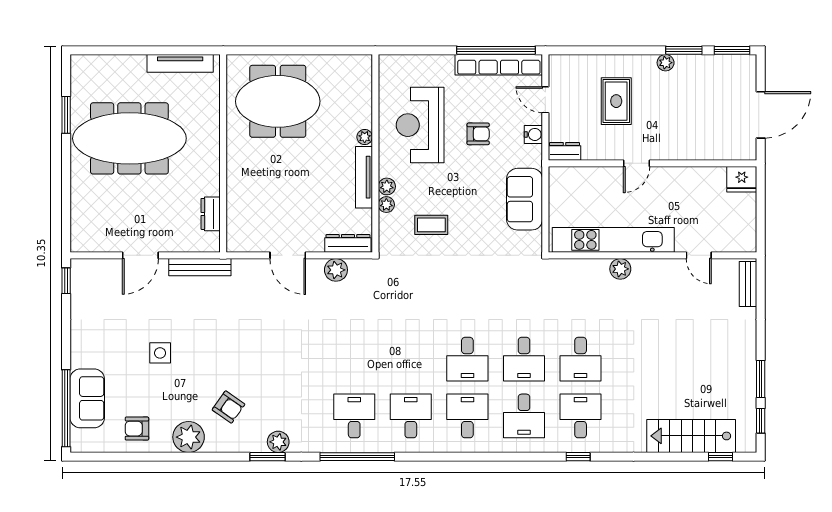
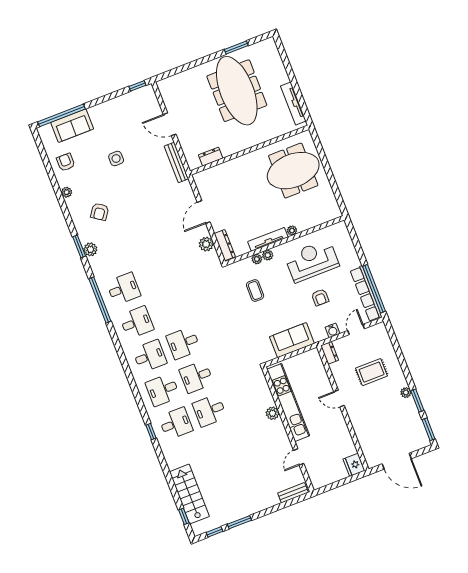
meeting table: (278, 101) -> (293, 171), turned 90
plant: (189, 437) -> (67, 192), width x0.53, depth x0.53

